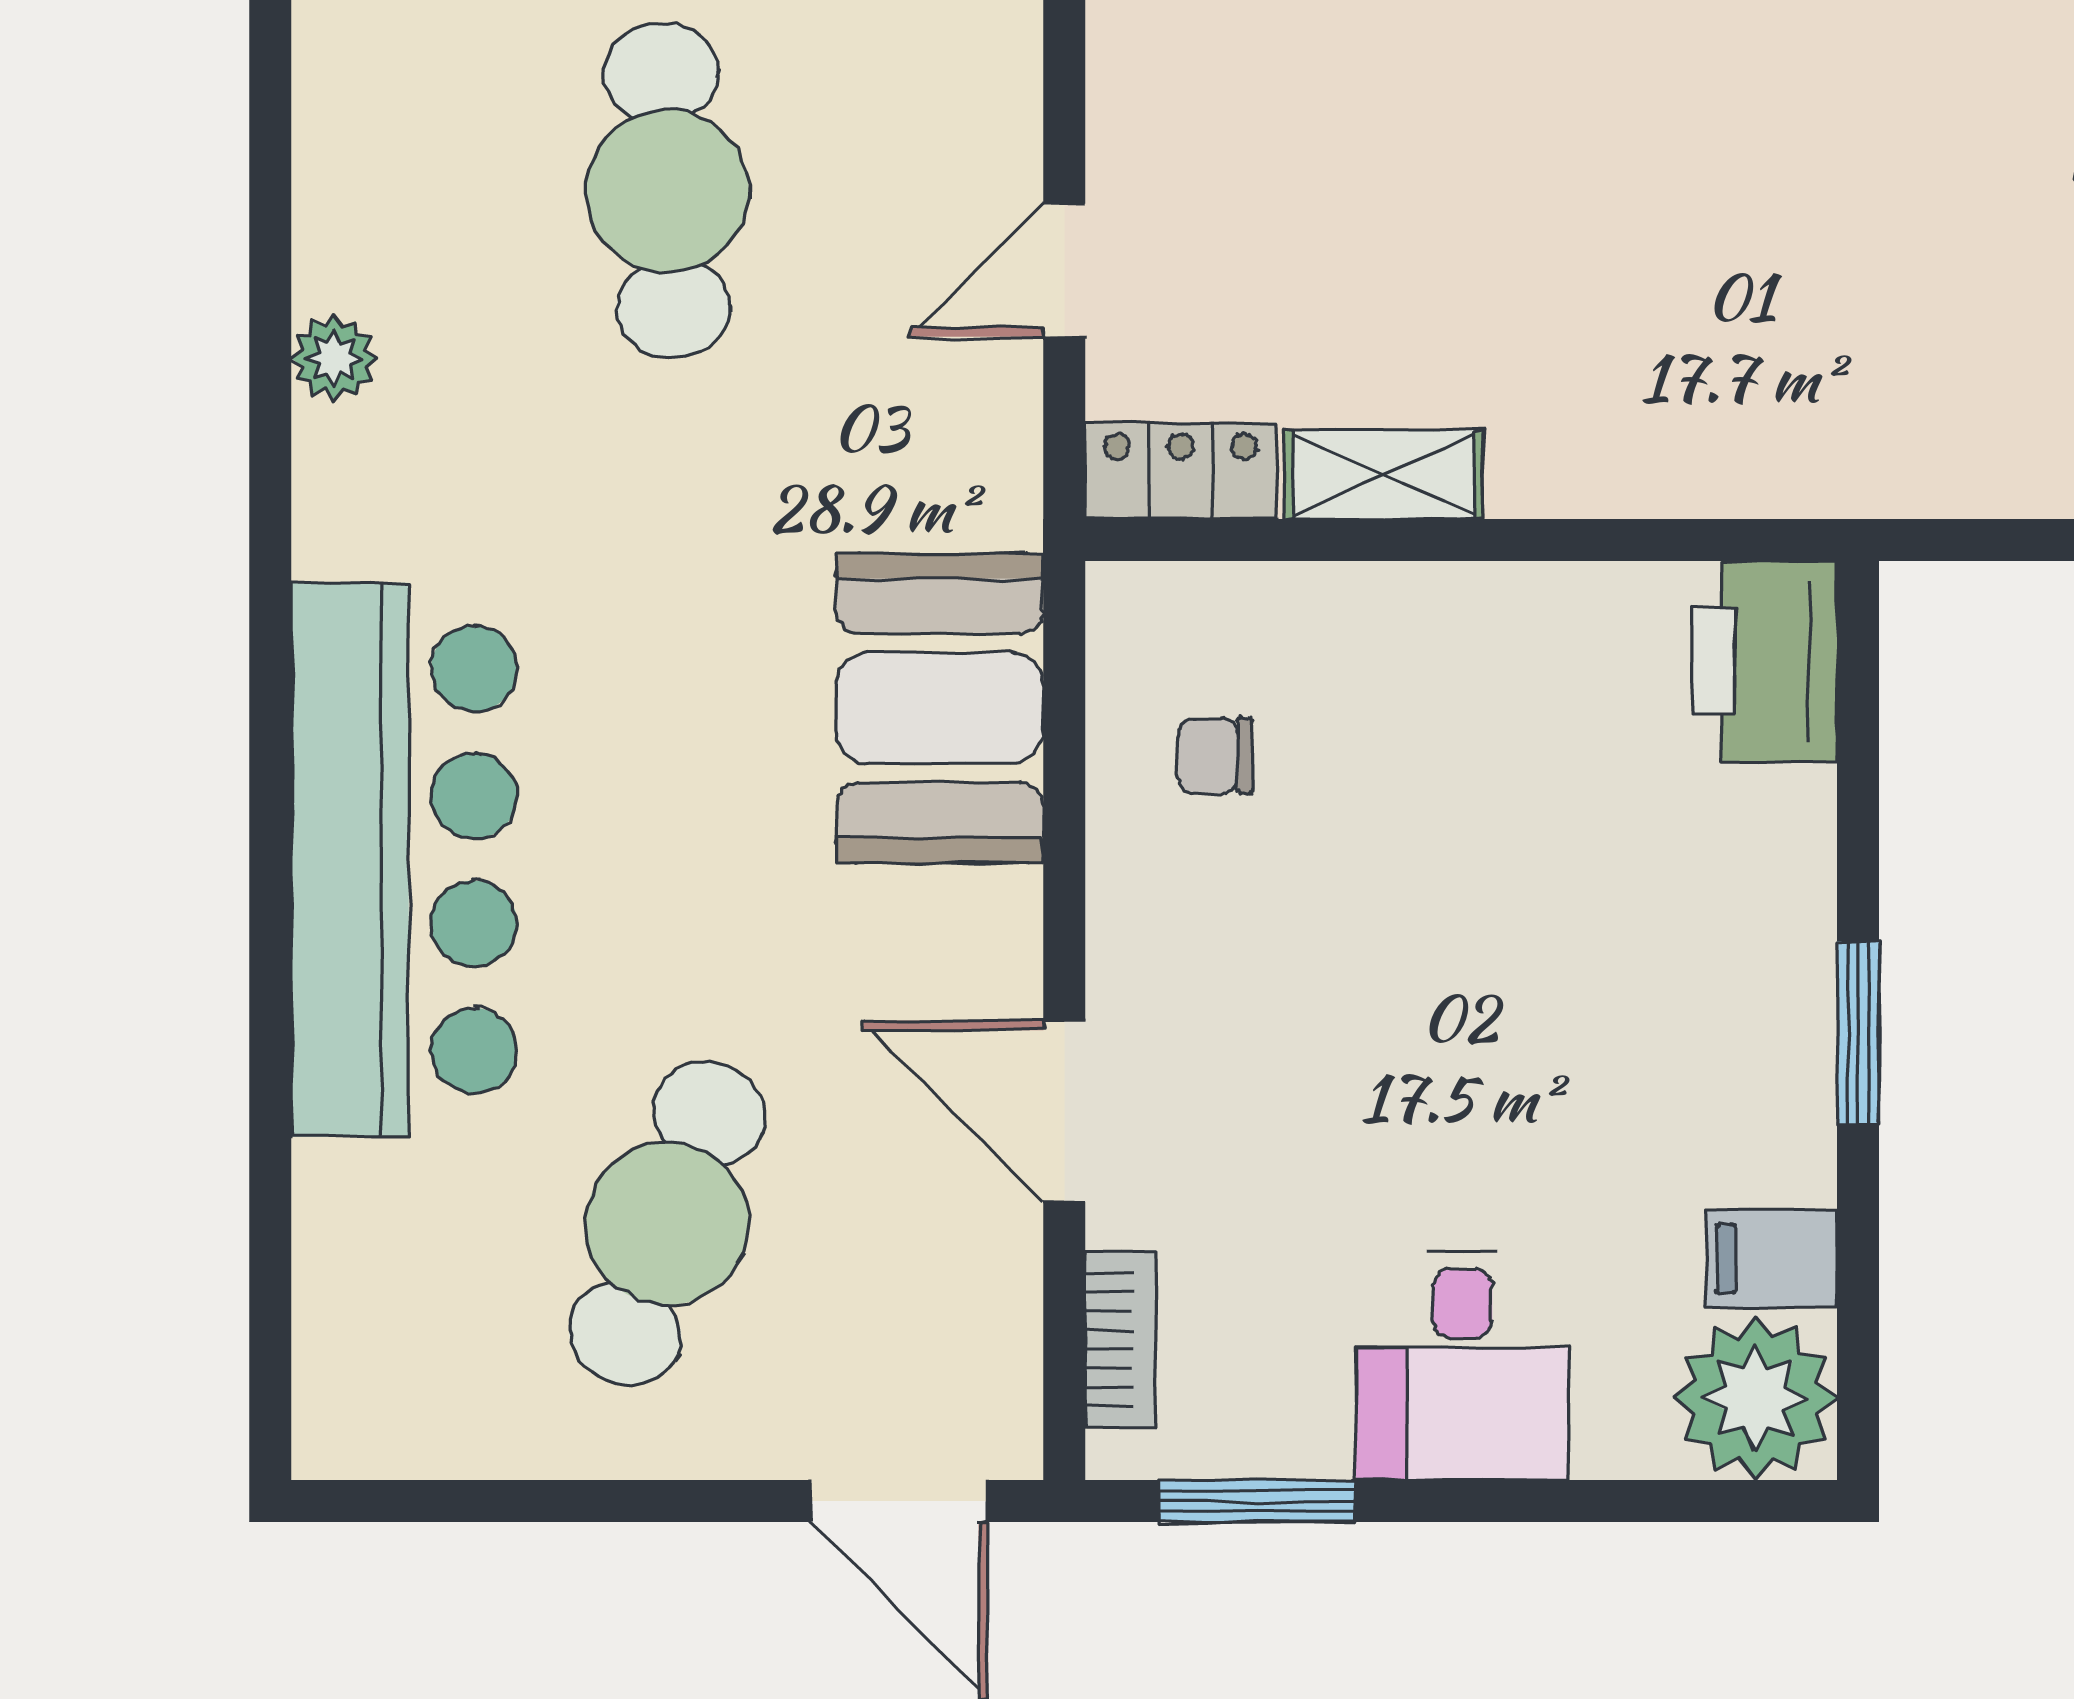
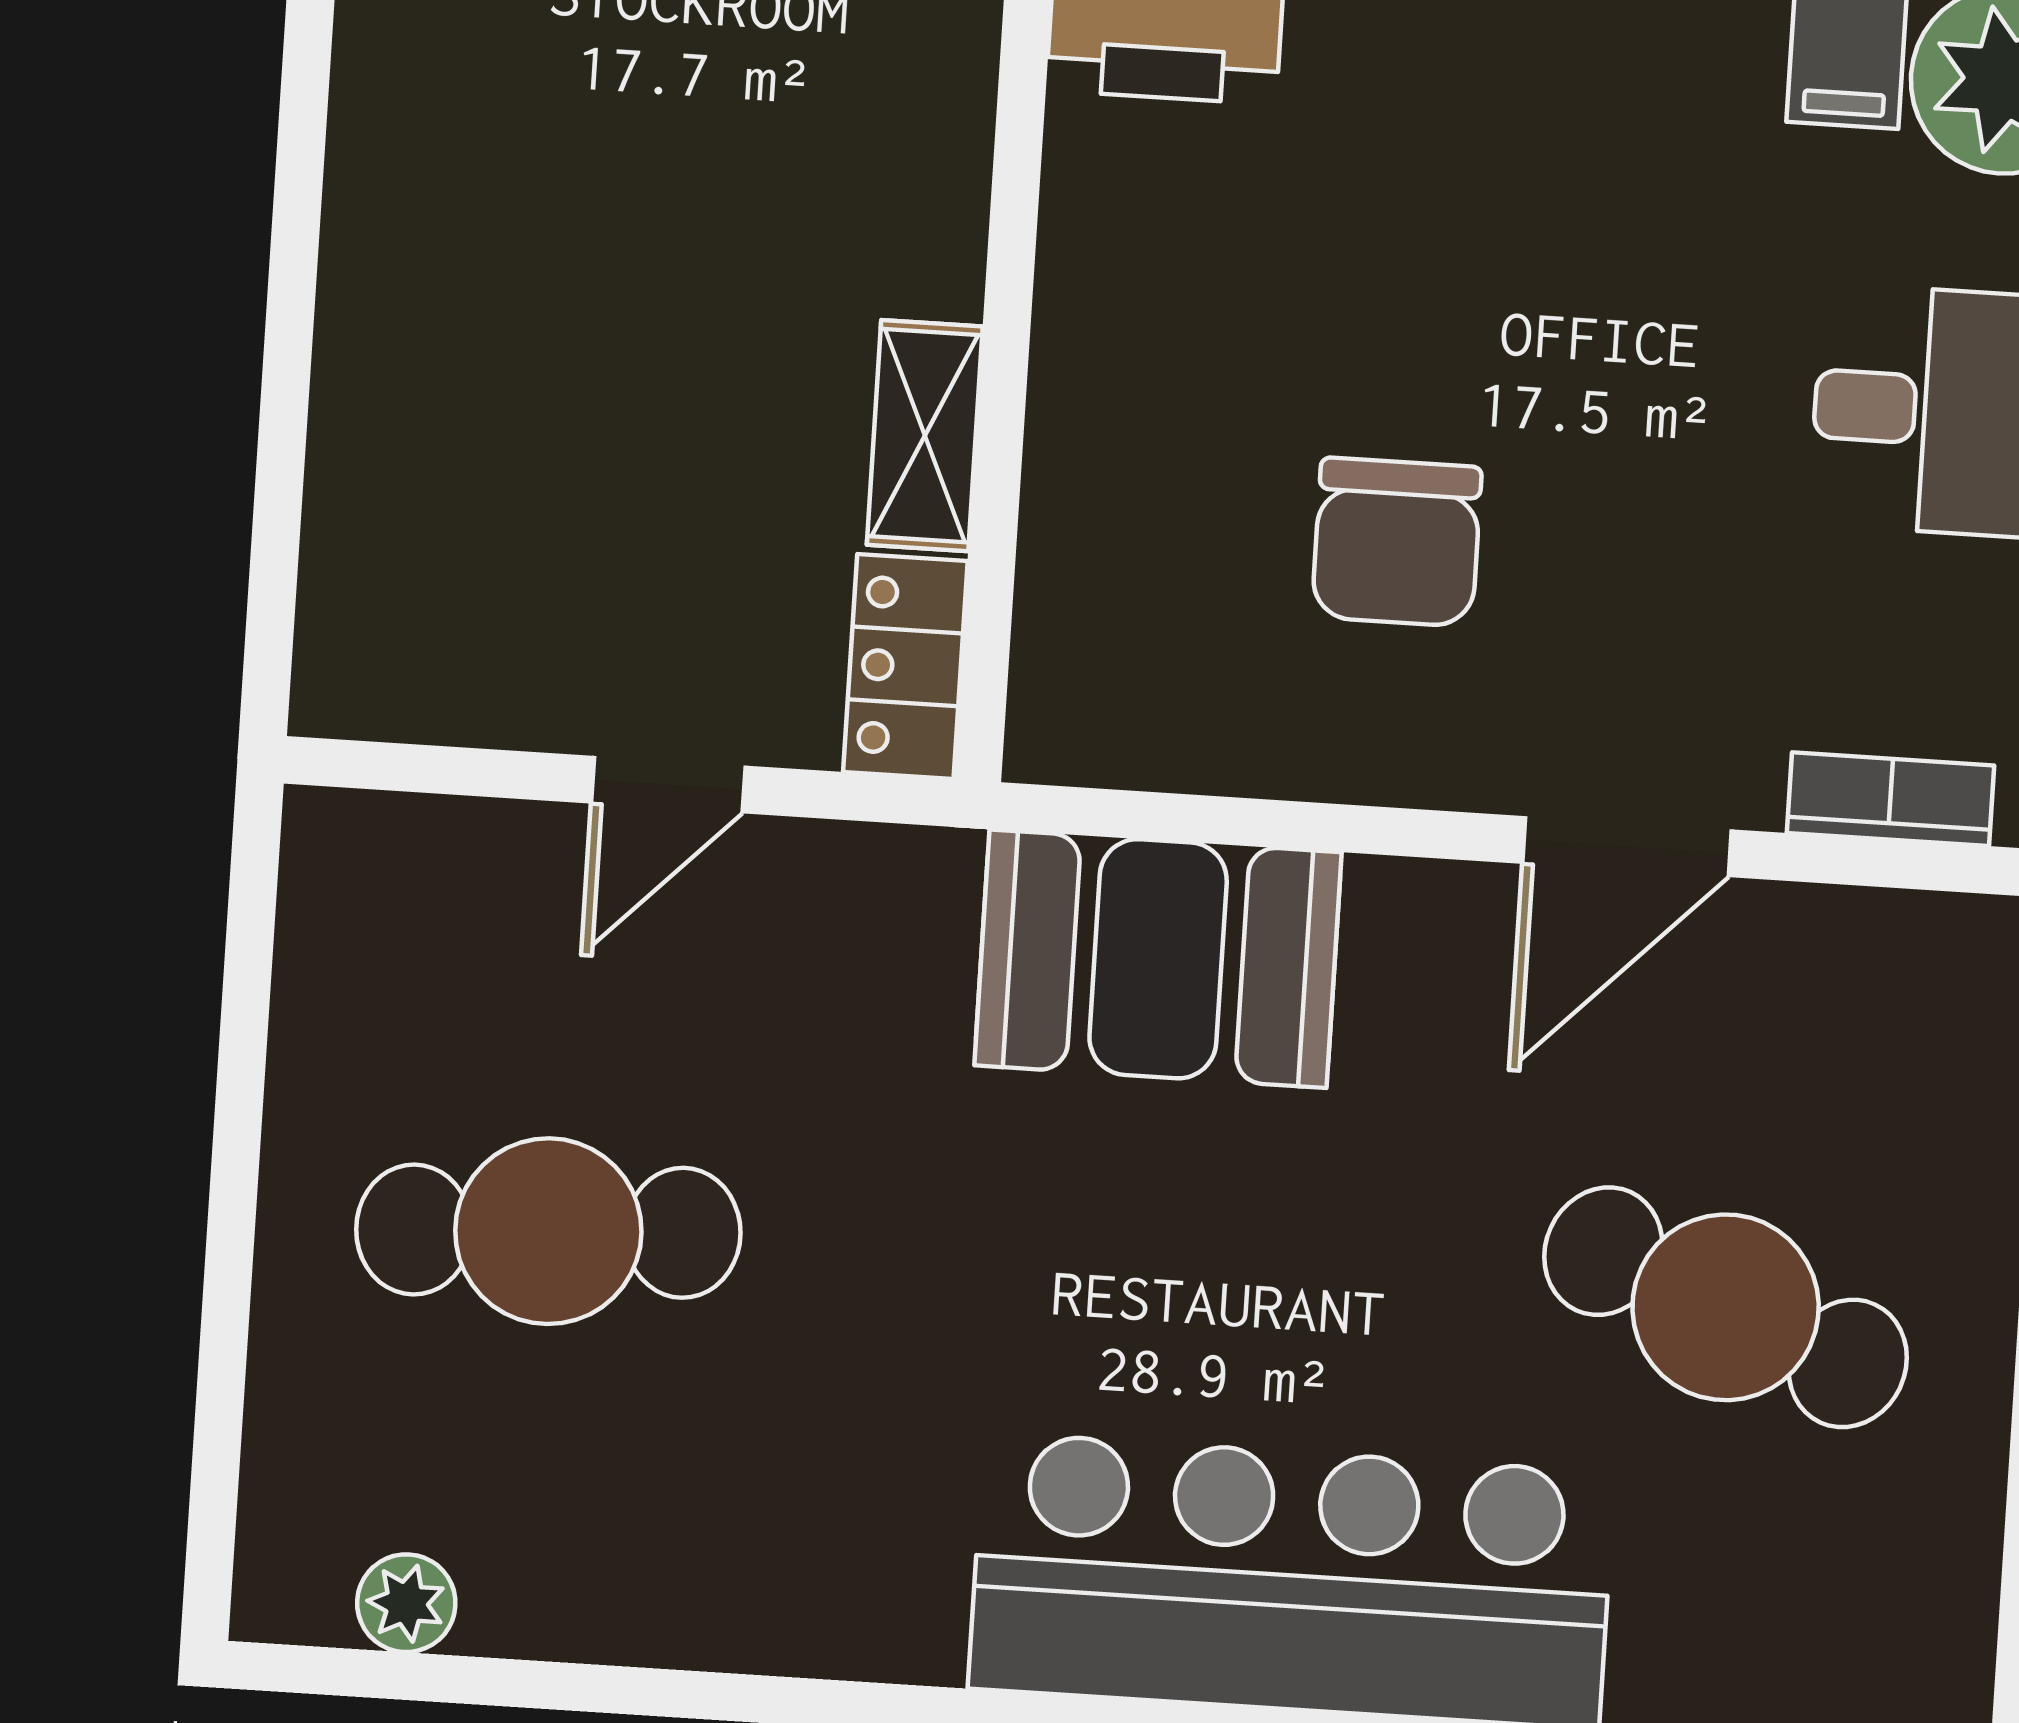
door: (1064, 270) -> (668, 785), hinge flipped
plant: (334, 358) -> (406, 1603), moved
chair: (1215, 756) -> (1397, 542), moved, width x1.87, depth x1.87

